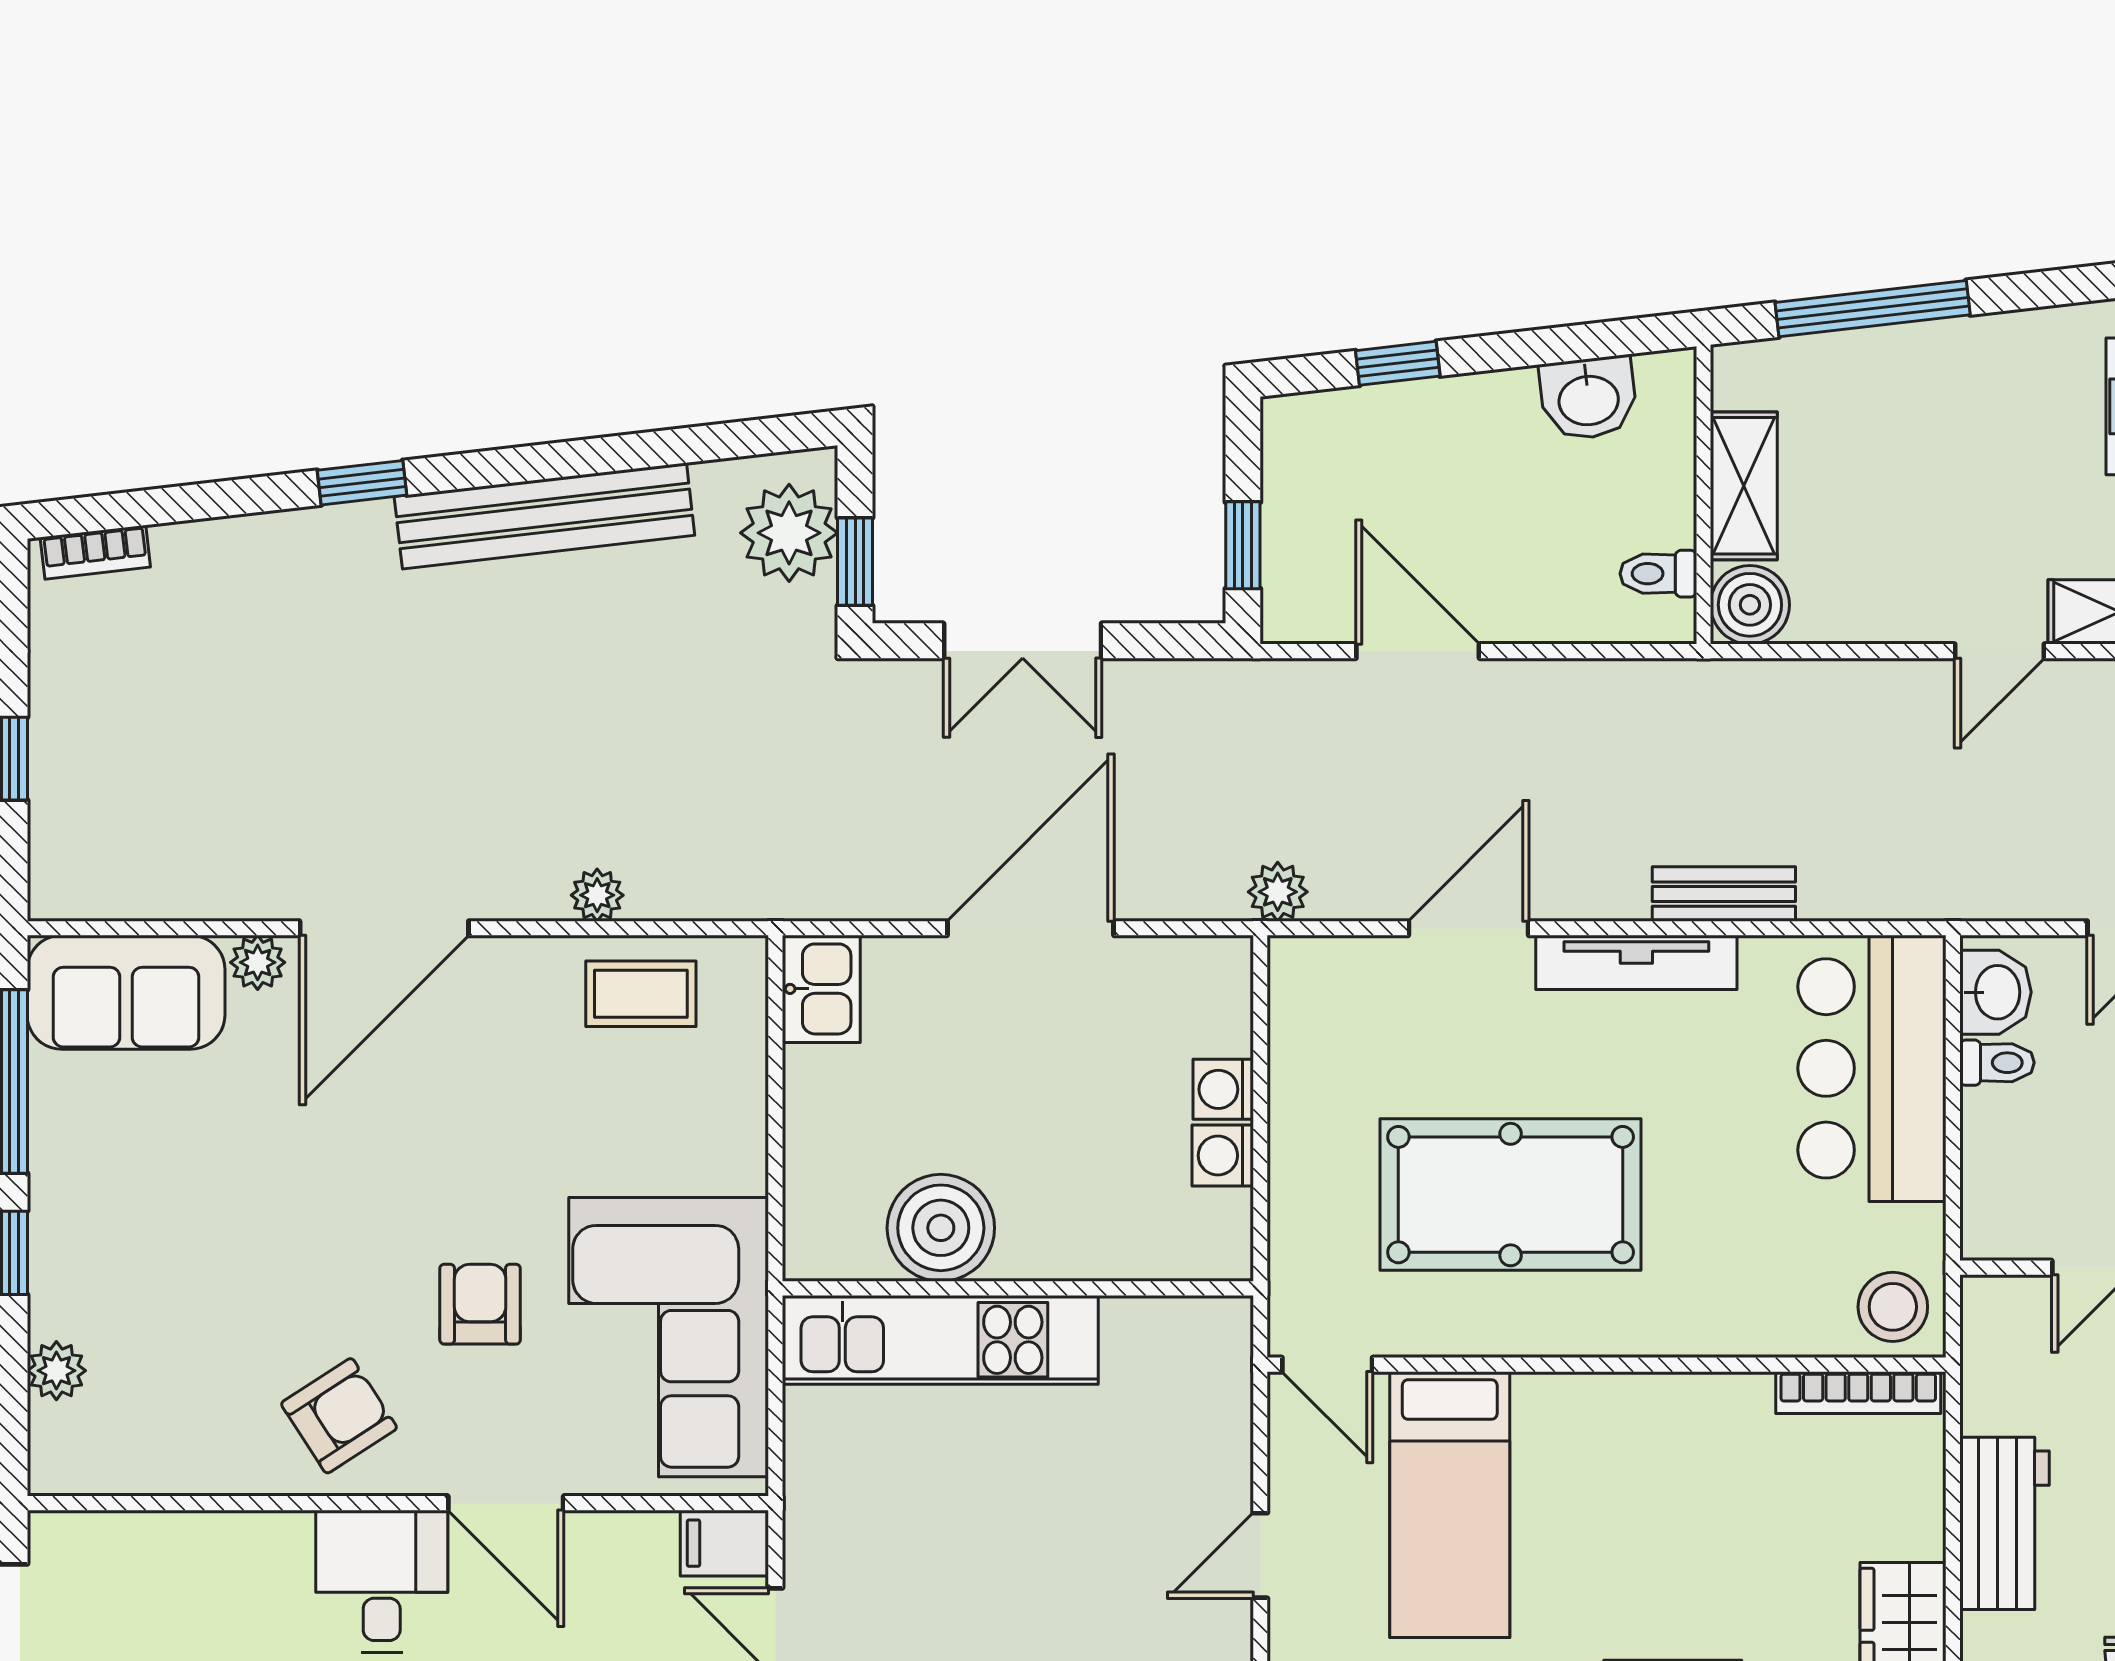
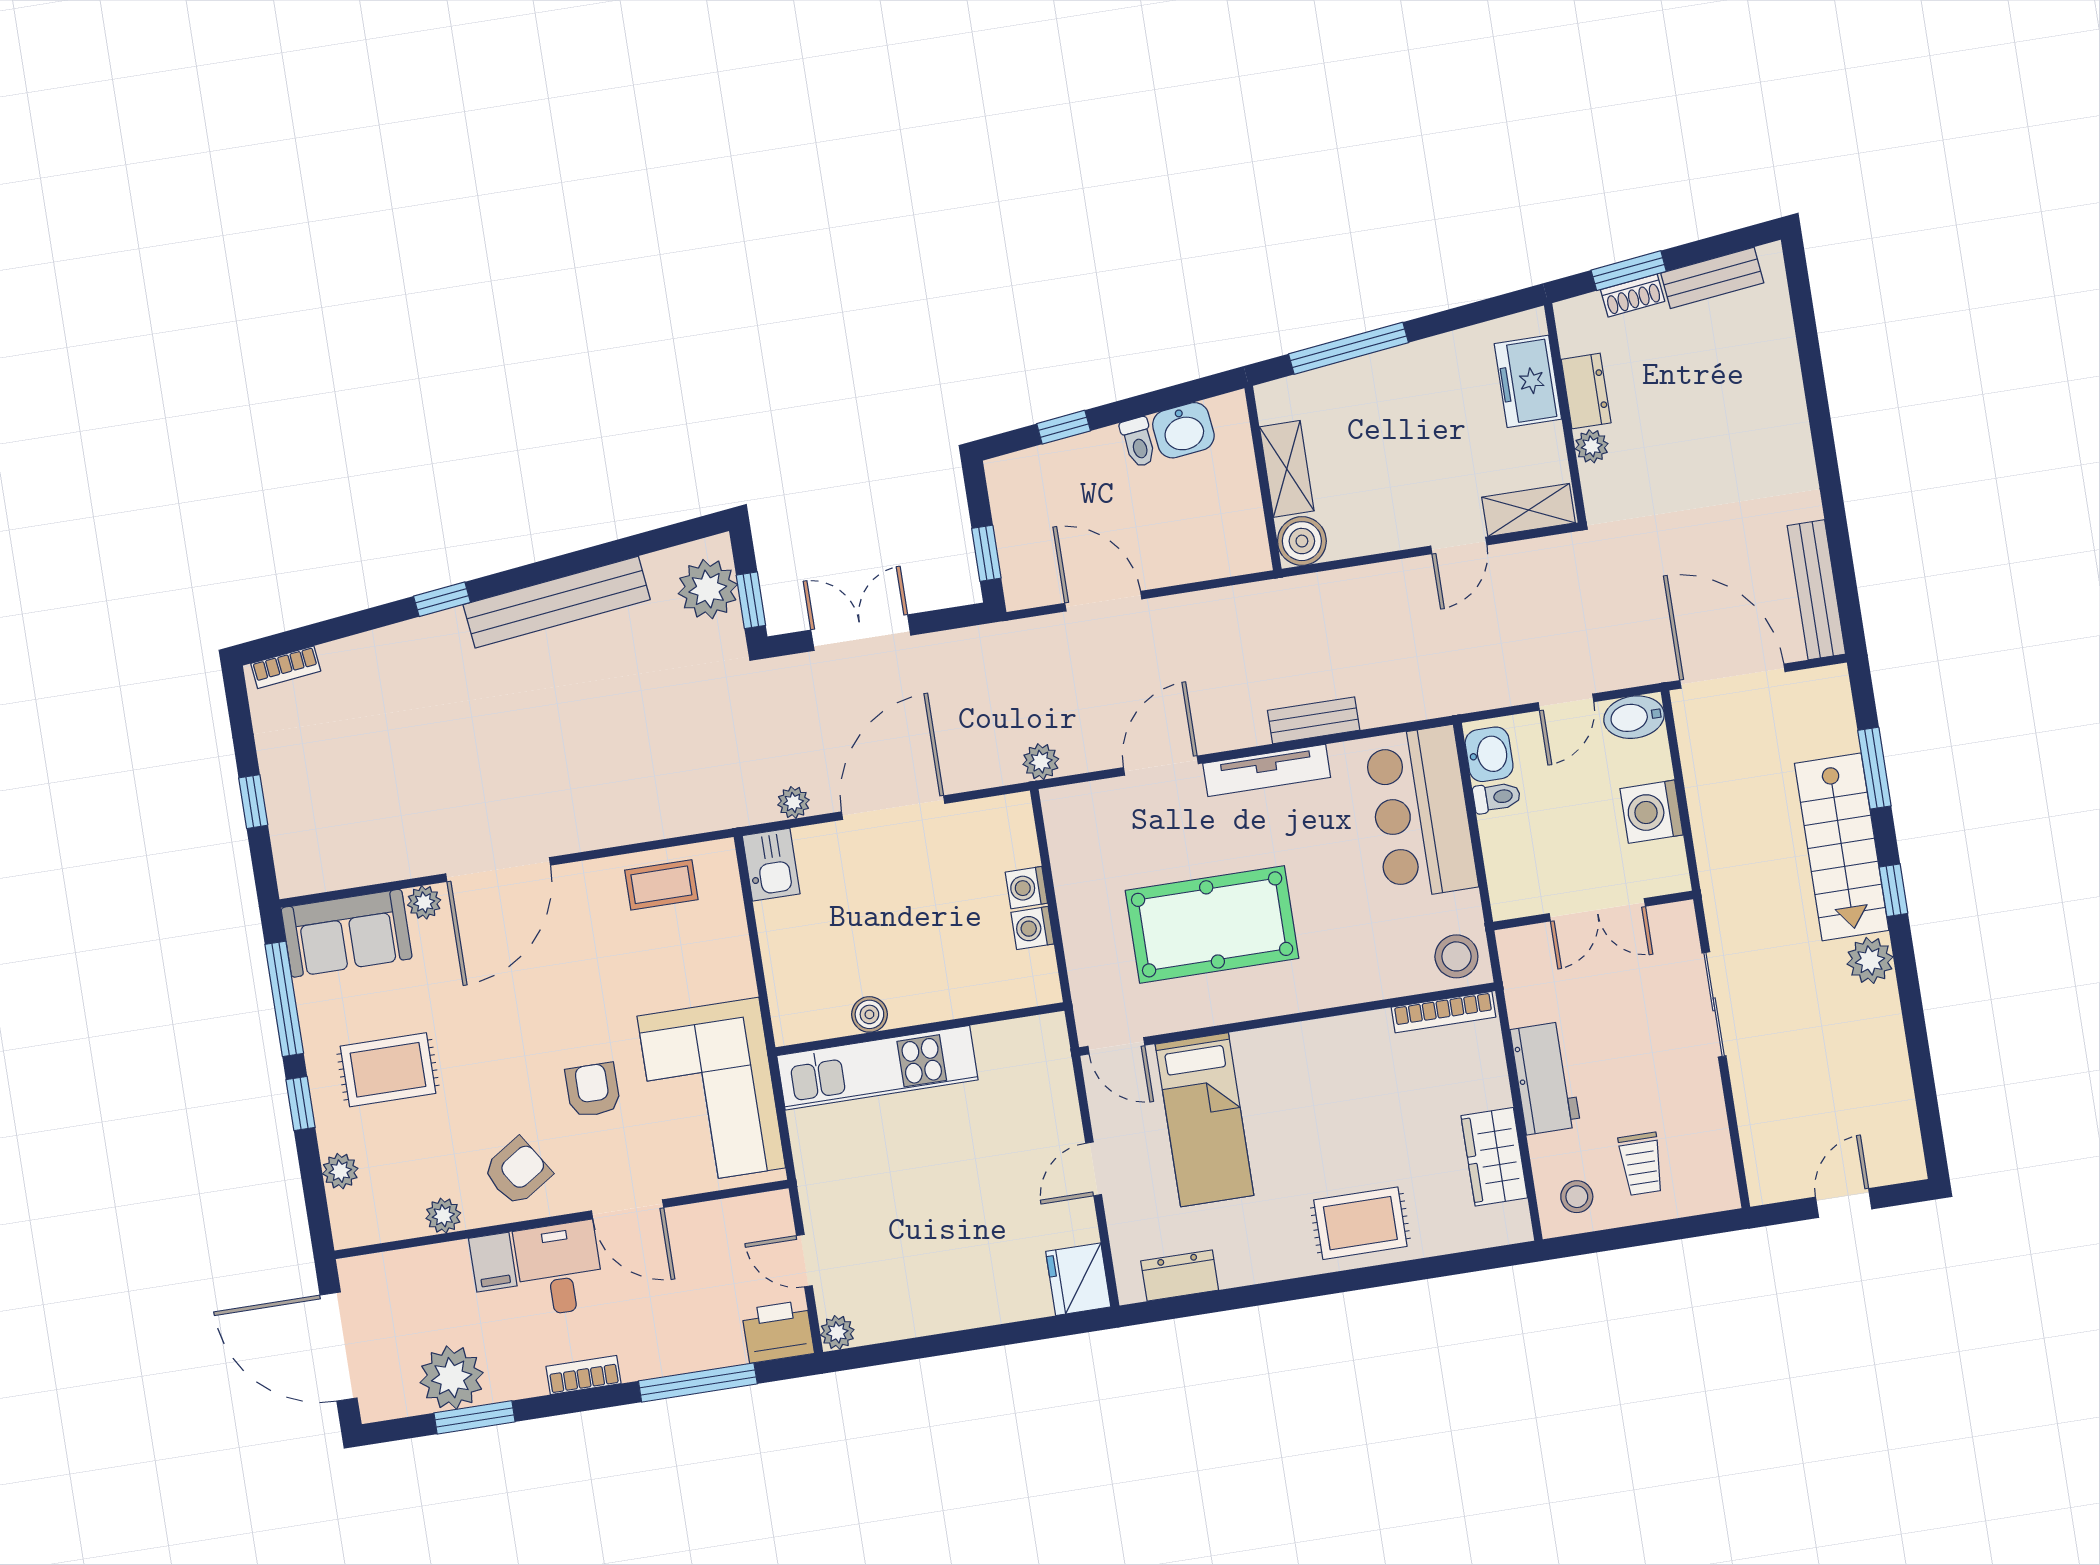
toilet: (1658, 574) -> (1138, 442), moved, turned -97
double door: (1023, 641) -> (861, 633), swing flipped
plant: (597, 895) -> (793, 802), moved
rug: (158, 1221) -> (388, 1070), added
boiler: (941, 1228) -> (869, 1014), width x0.54, depth x0.54
plant: (210, 1468) -> (443, 1216), added
filing cabinet: (724, 1543) -> (493, 1262), moved, turned -90

